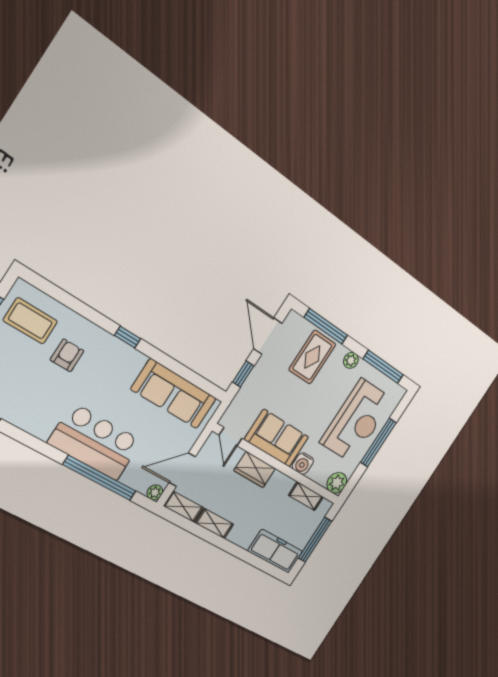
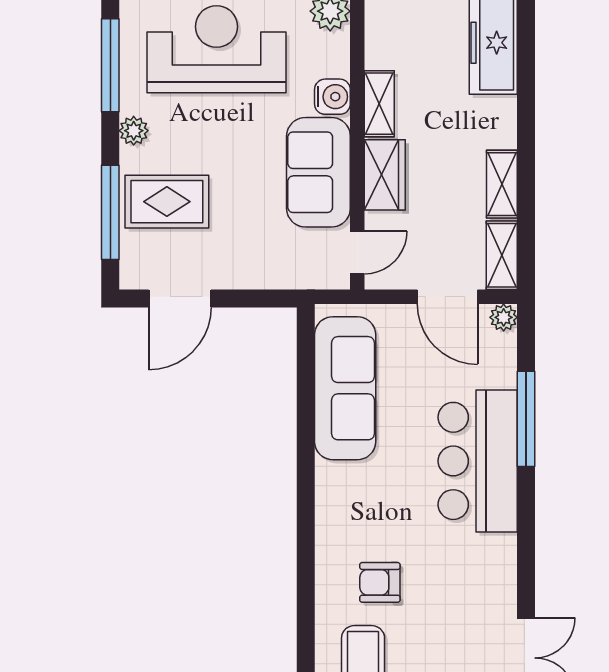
window: (128, 337) -> (306, 513), removed
window: (243, 374) -> (256, 298), removed
window: (100, 478) -> (526, 419), width x0.68
shelving: (306, 496) -> (379, 104), moved

